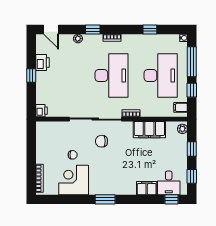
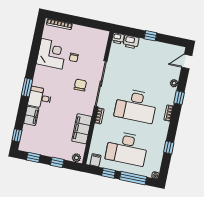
printer: (42, 63) -> (131, 42), moved
desk: (169, 183) -> (40, 98), moved
window: (105, 199) -> (27, 87), moved

